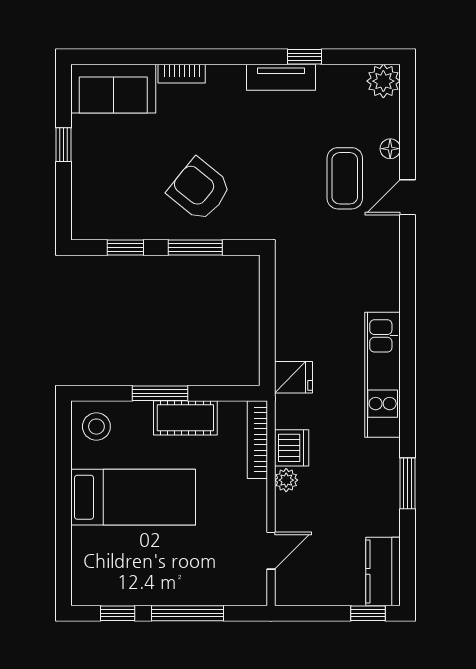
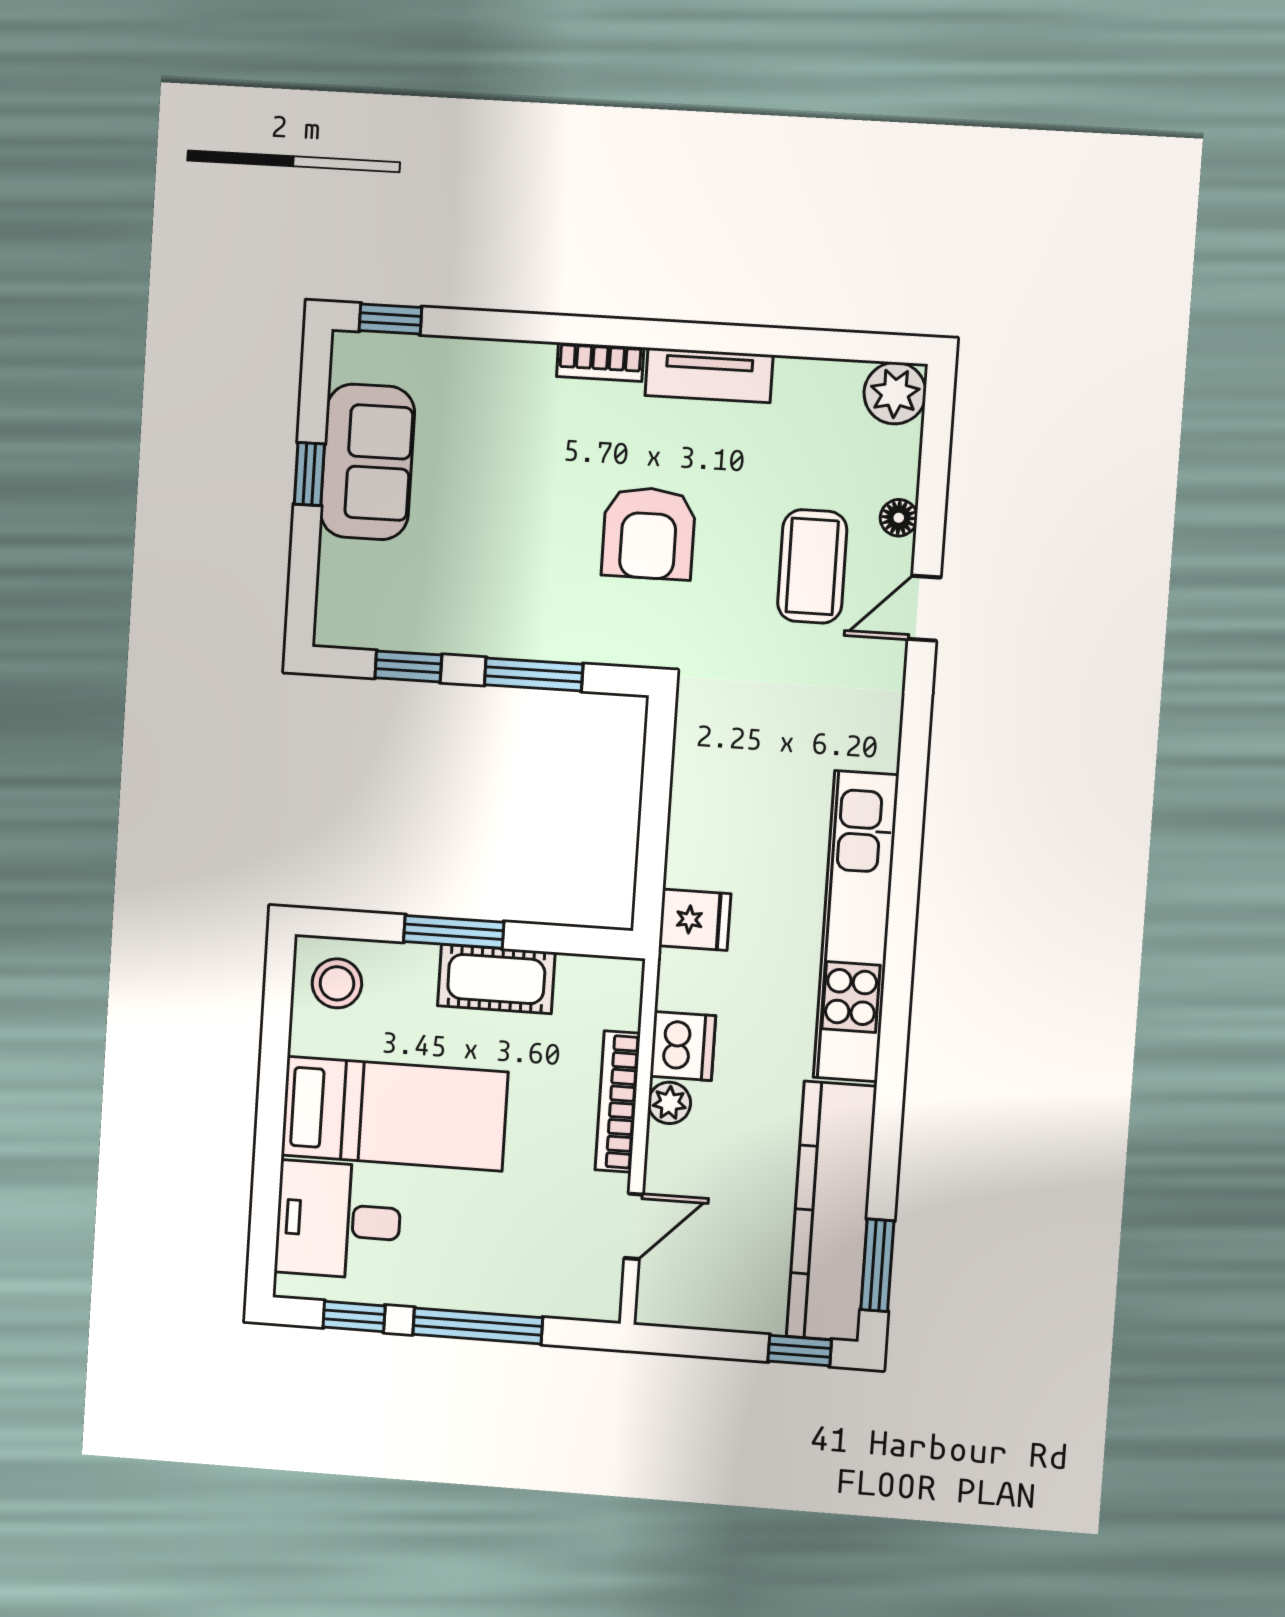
window: (304, 57) -> (390, 319), moved
bookcase: (182, 74) -> (600, 362), moved
sofa: (113, 89) -> (367, 462), moved, turned -90
armchair: (199, 189) -> (649, 533), moved, turned -129
kitchen unit: (383, 375) -> (856, 926), width x1.36
bookcase: (257, 440) -> (618, 1102), moved
window: (408, 483) -> (877, 1265), moved
desk: (105, 560) -> (338, 1220), added
kitchen counter: (383, 571) -> (831, 1212), width x2.08, depth x1.17

